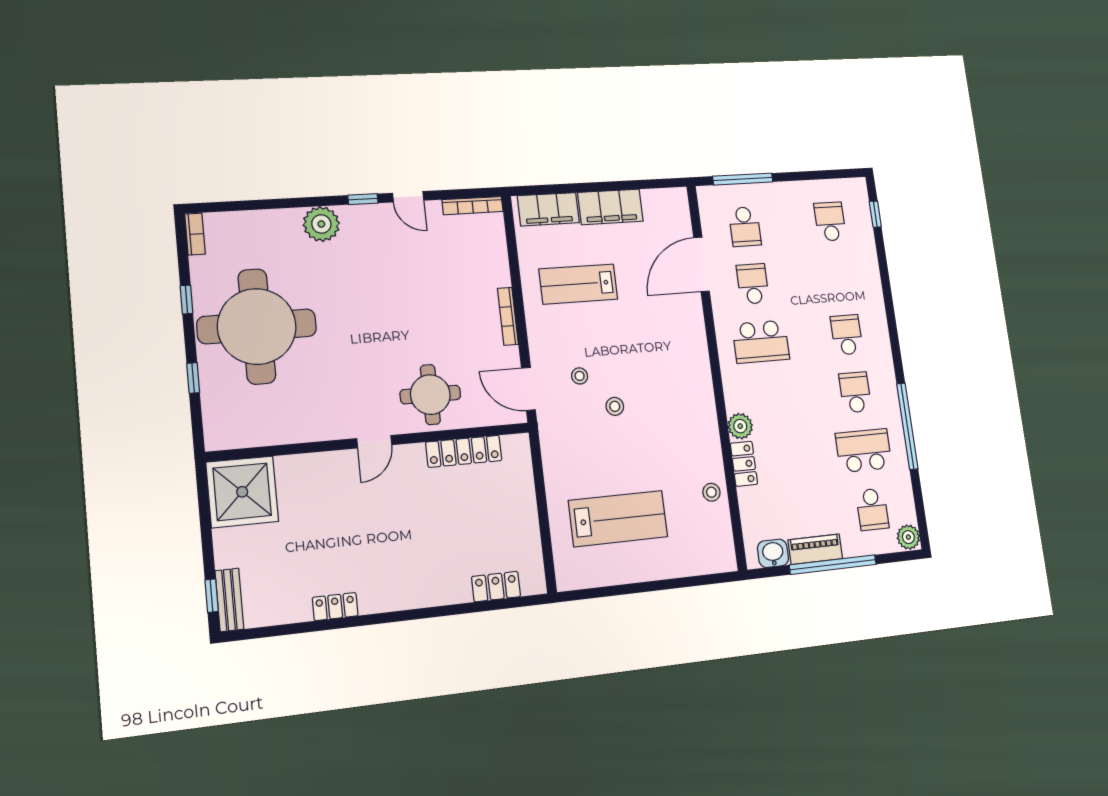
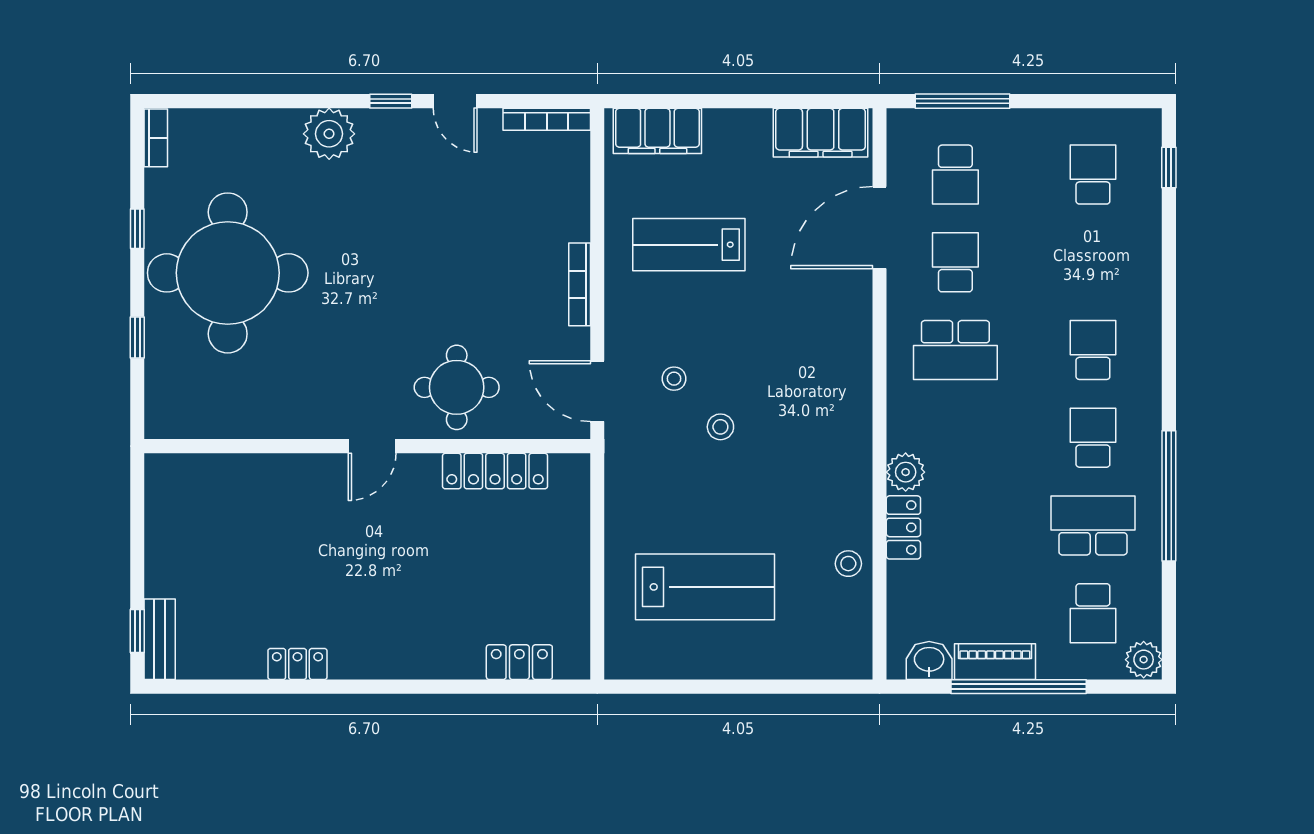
filing cabinet: (610, 207) -> (821, 133), moved
shower: (242, 492) -> (189, 498), removed

